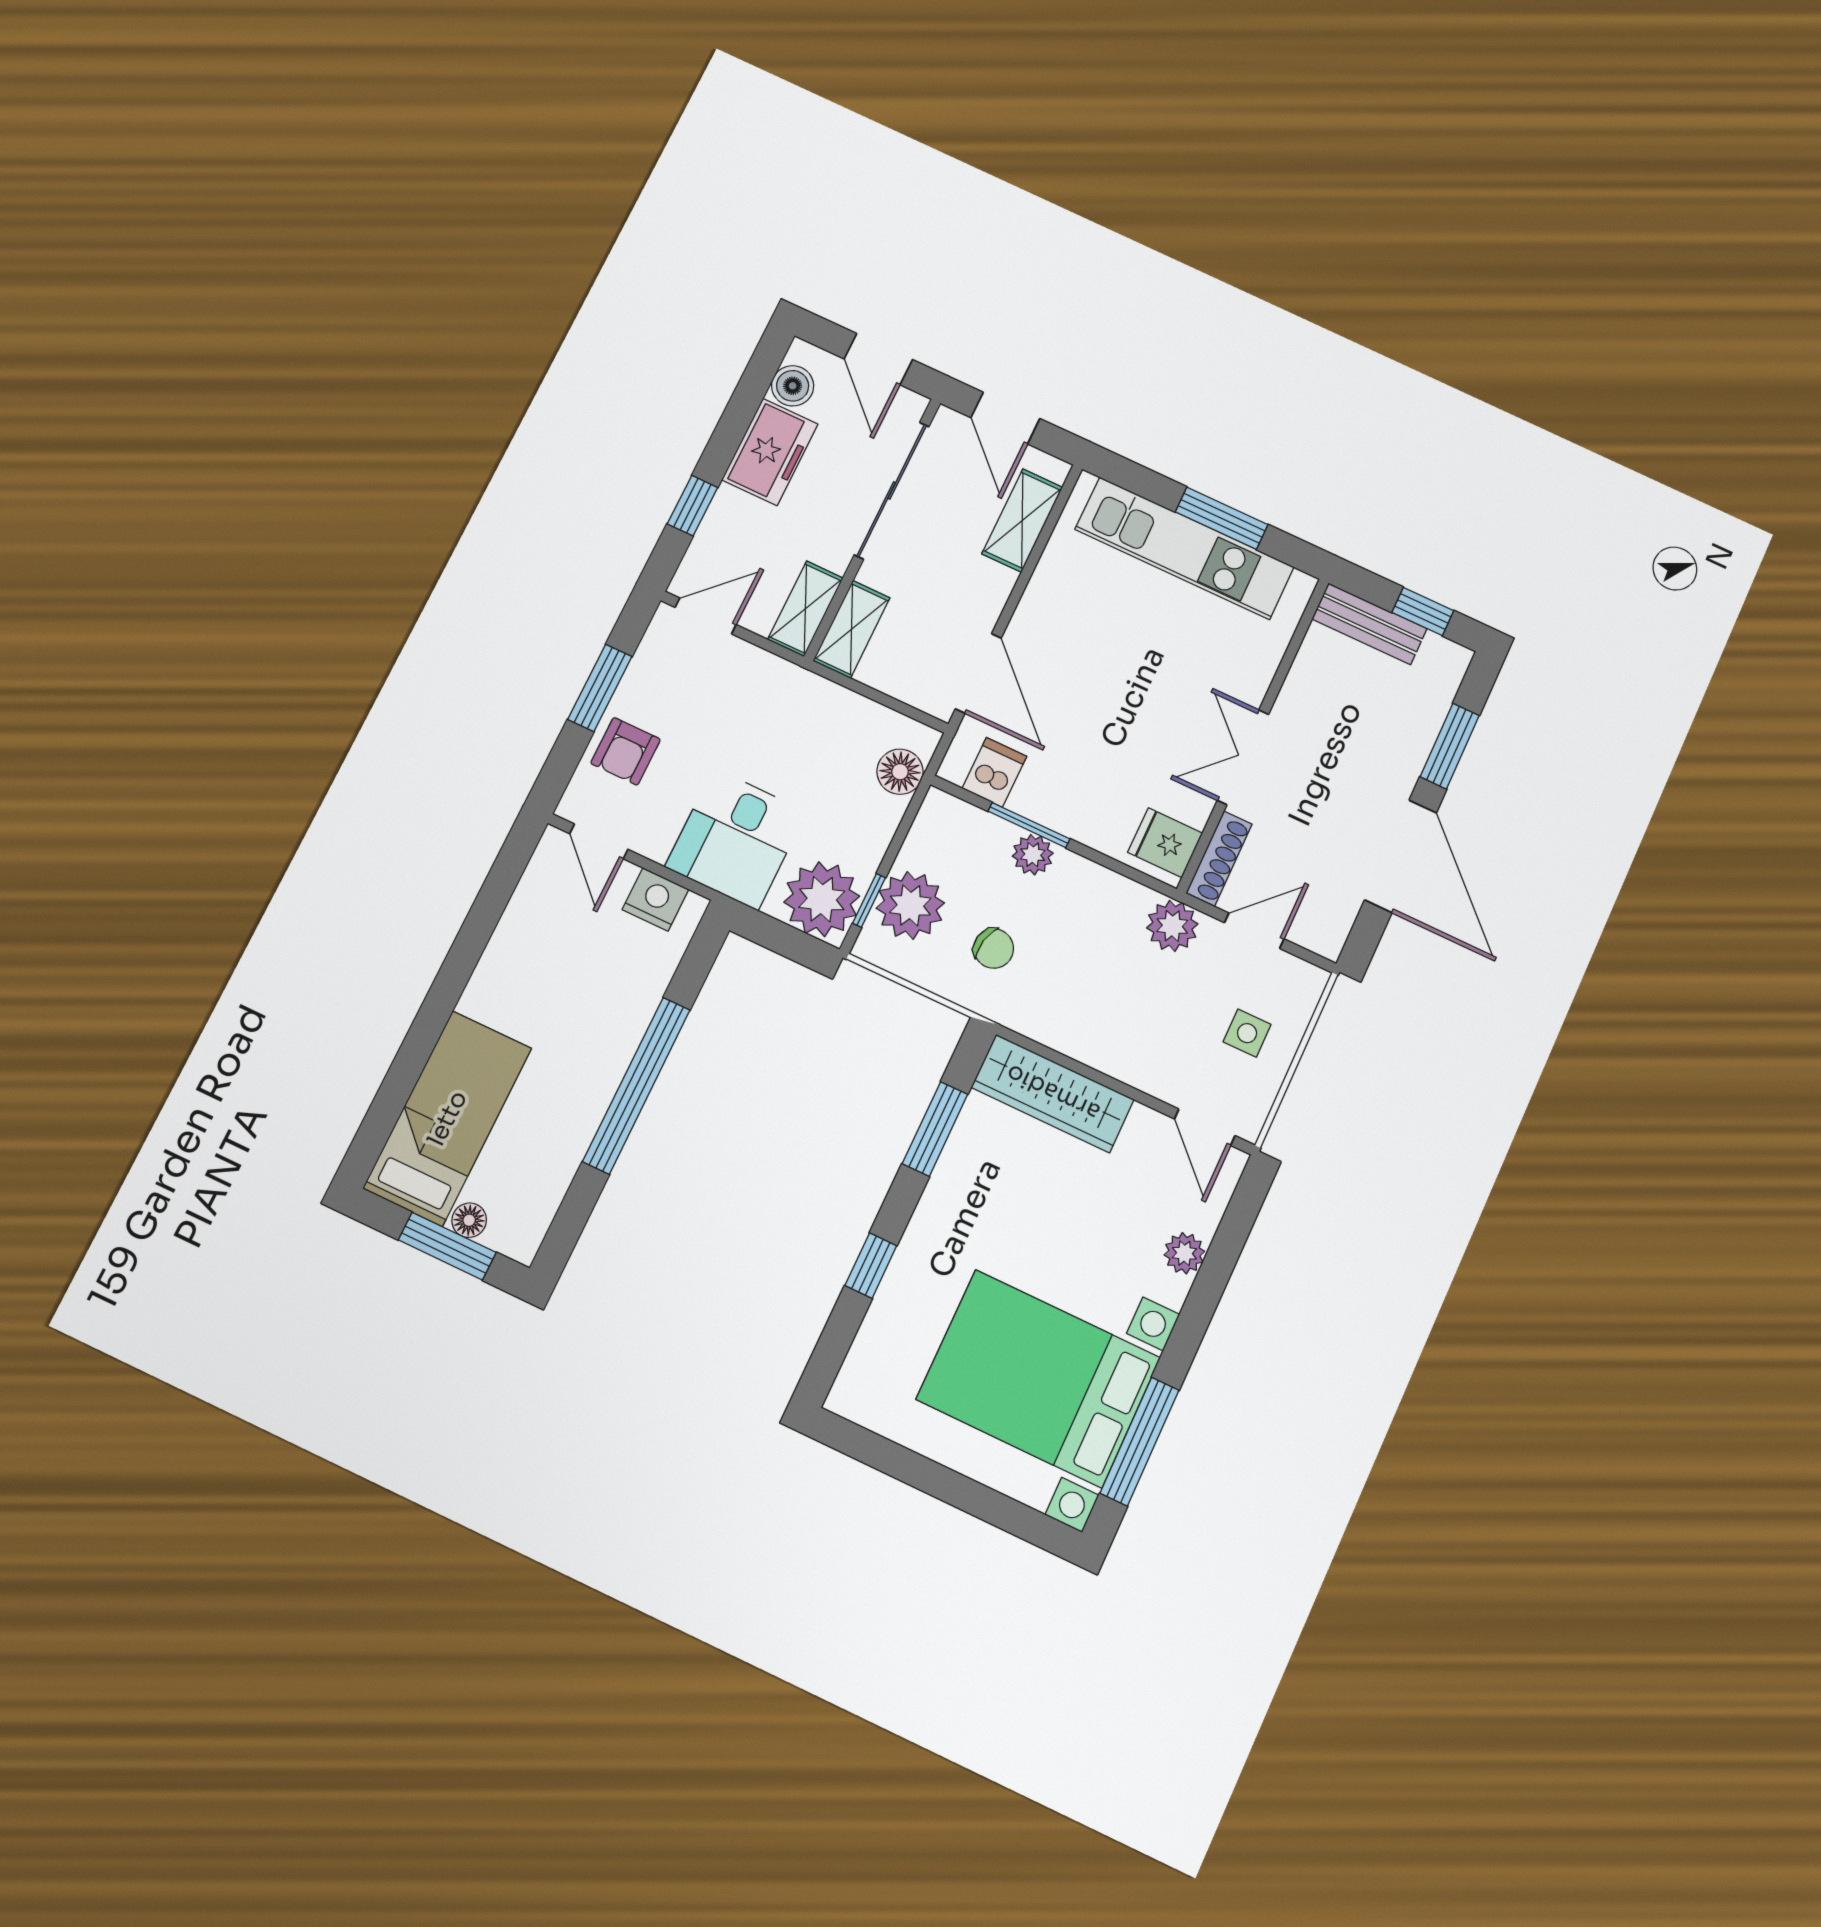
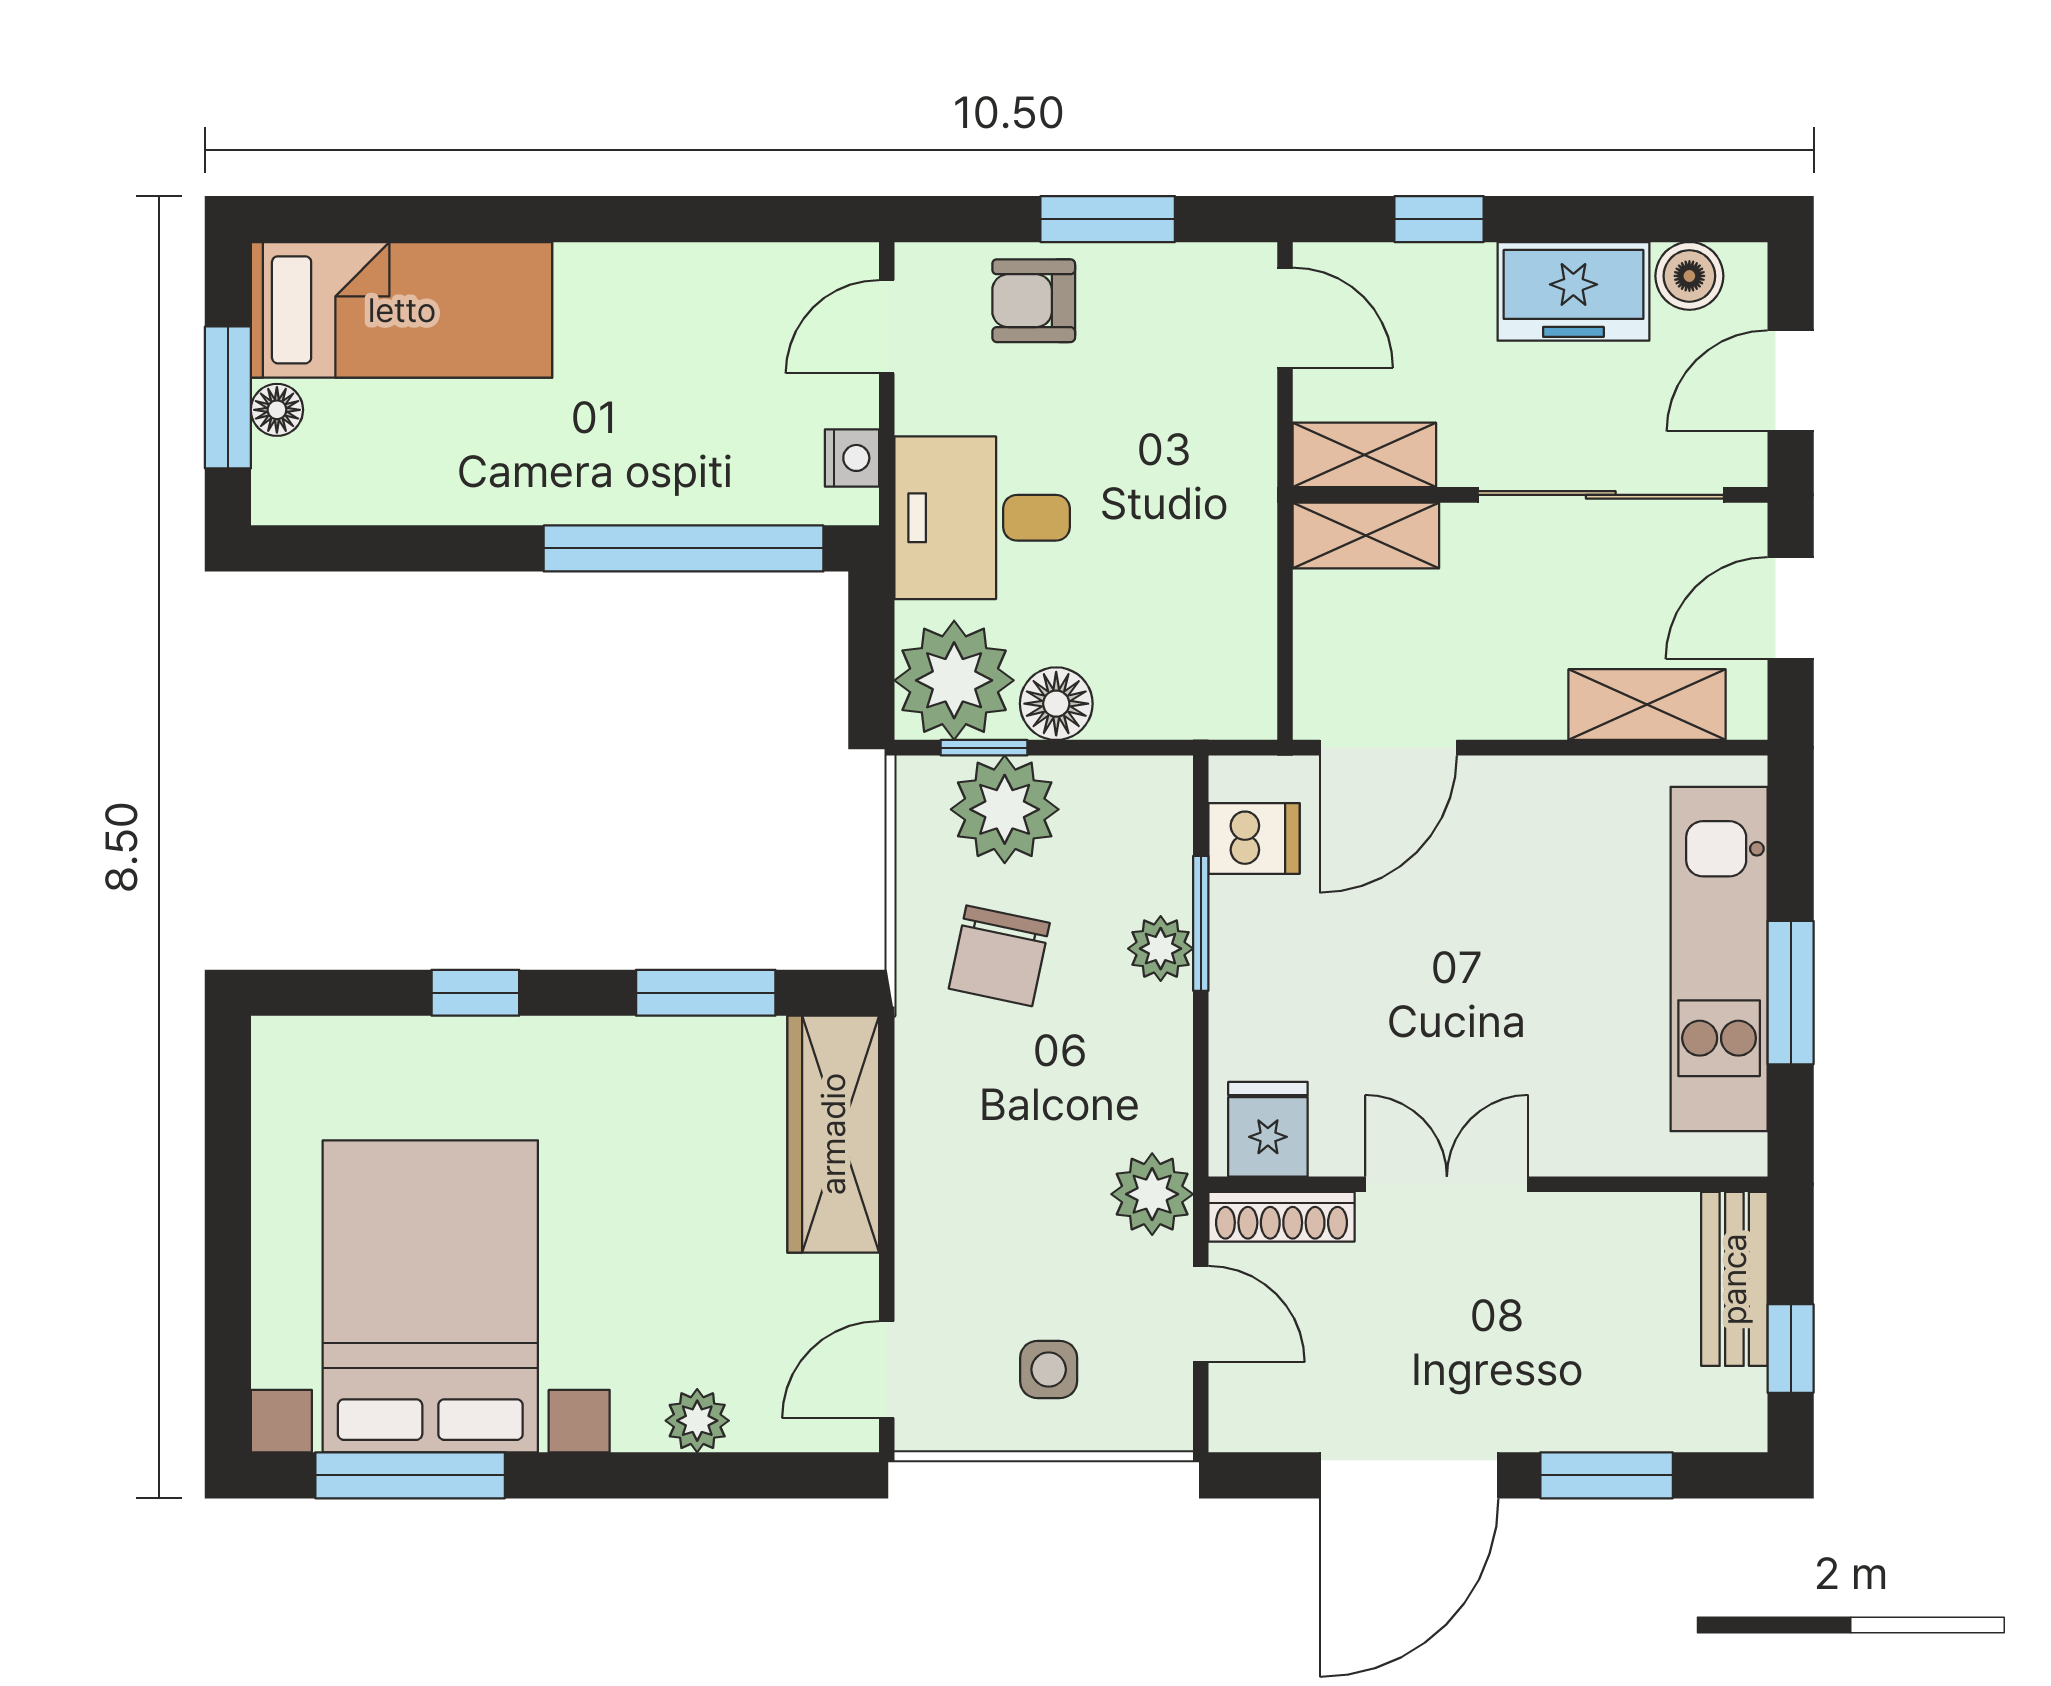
floor lamp: (900, 772) -> (1056, 704), moved
nightstand: (655, 899) -> (852, 458), width x0.72, depth x0.74
chair: (994, 948) -> (999, 956), width x1.37, depth x1.37
window: (636, 1085) -> (684, 548), moved

